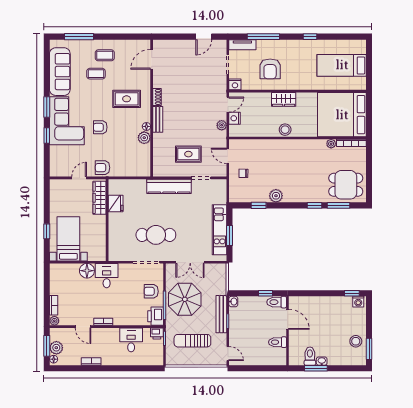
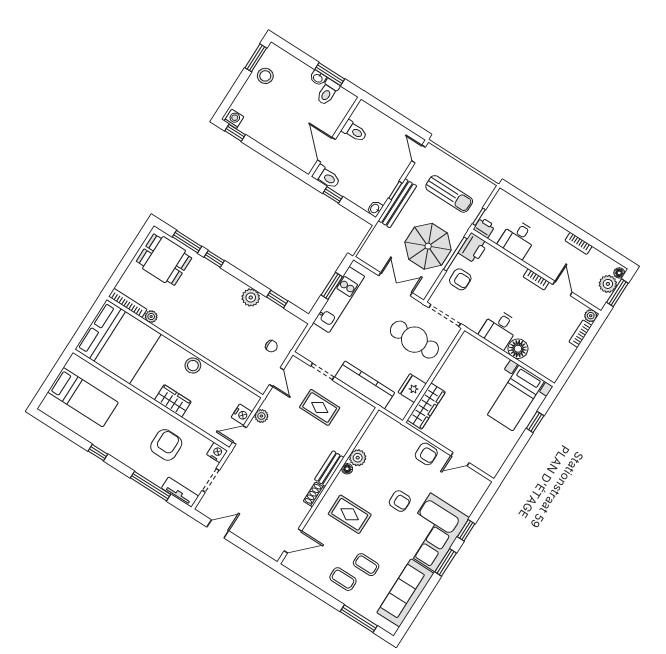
wardrobe: (99, 198) -> (426, 406), moved
fridge: (116, 203) -> (412, 388), moved
wall: (107, 220) -> (434, 375), moved

